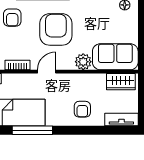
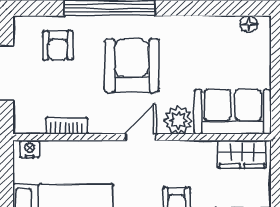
door: (47, 72) -> (141, 137), moved

